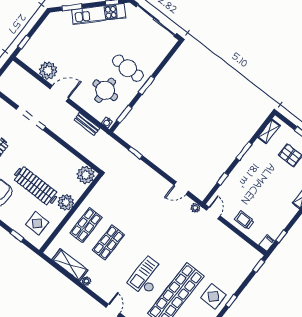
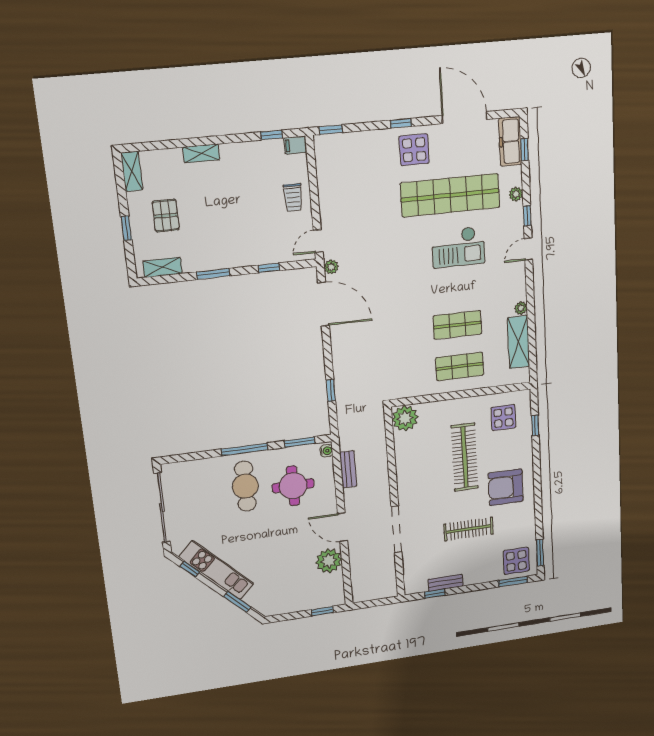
window: (147, 85) -> (245, 449), width x1.44
door: (181, 188) -> (323, 304), width x1.87
plant: (66, 202) -> (454, 410), removed

